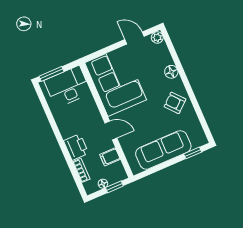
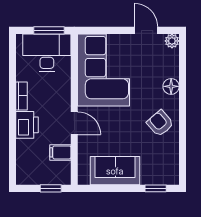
window: (51, 74) -> (49, 30), moved
sofa: (163, 150) -> (115, 171), width x0.73
bookcase: (81, 170) -> (21, 96), moved
floor lamp: (103, 184) -> (39, 179), removed

